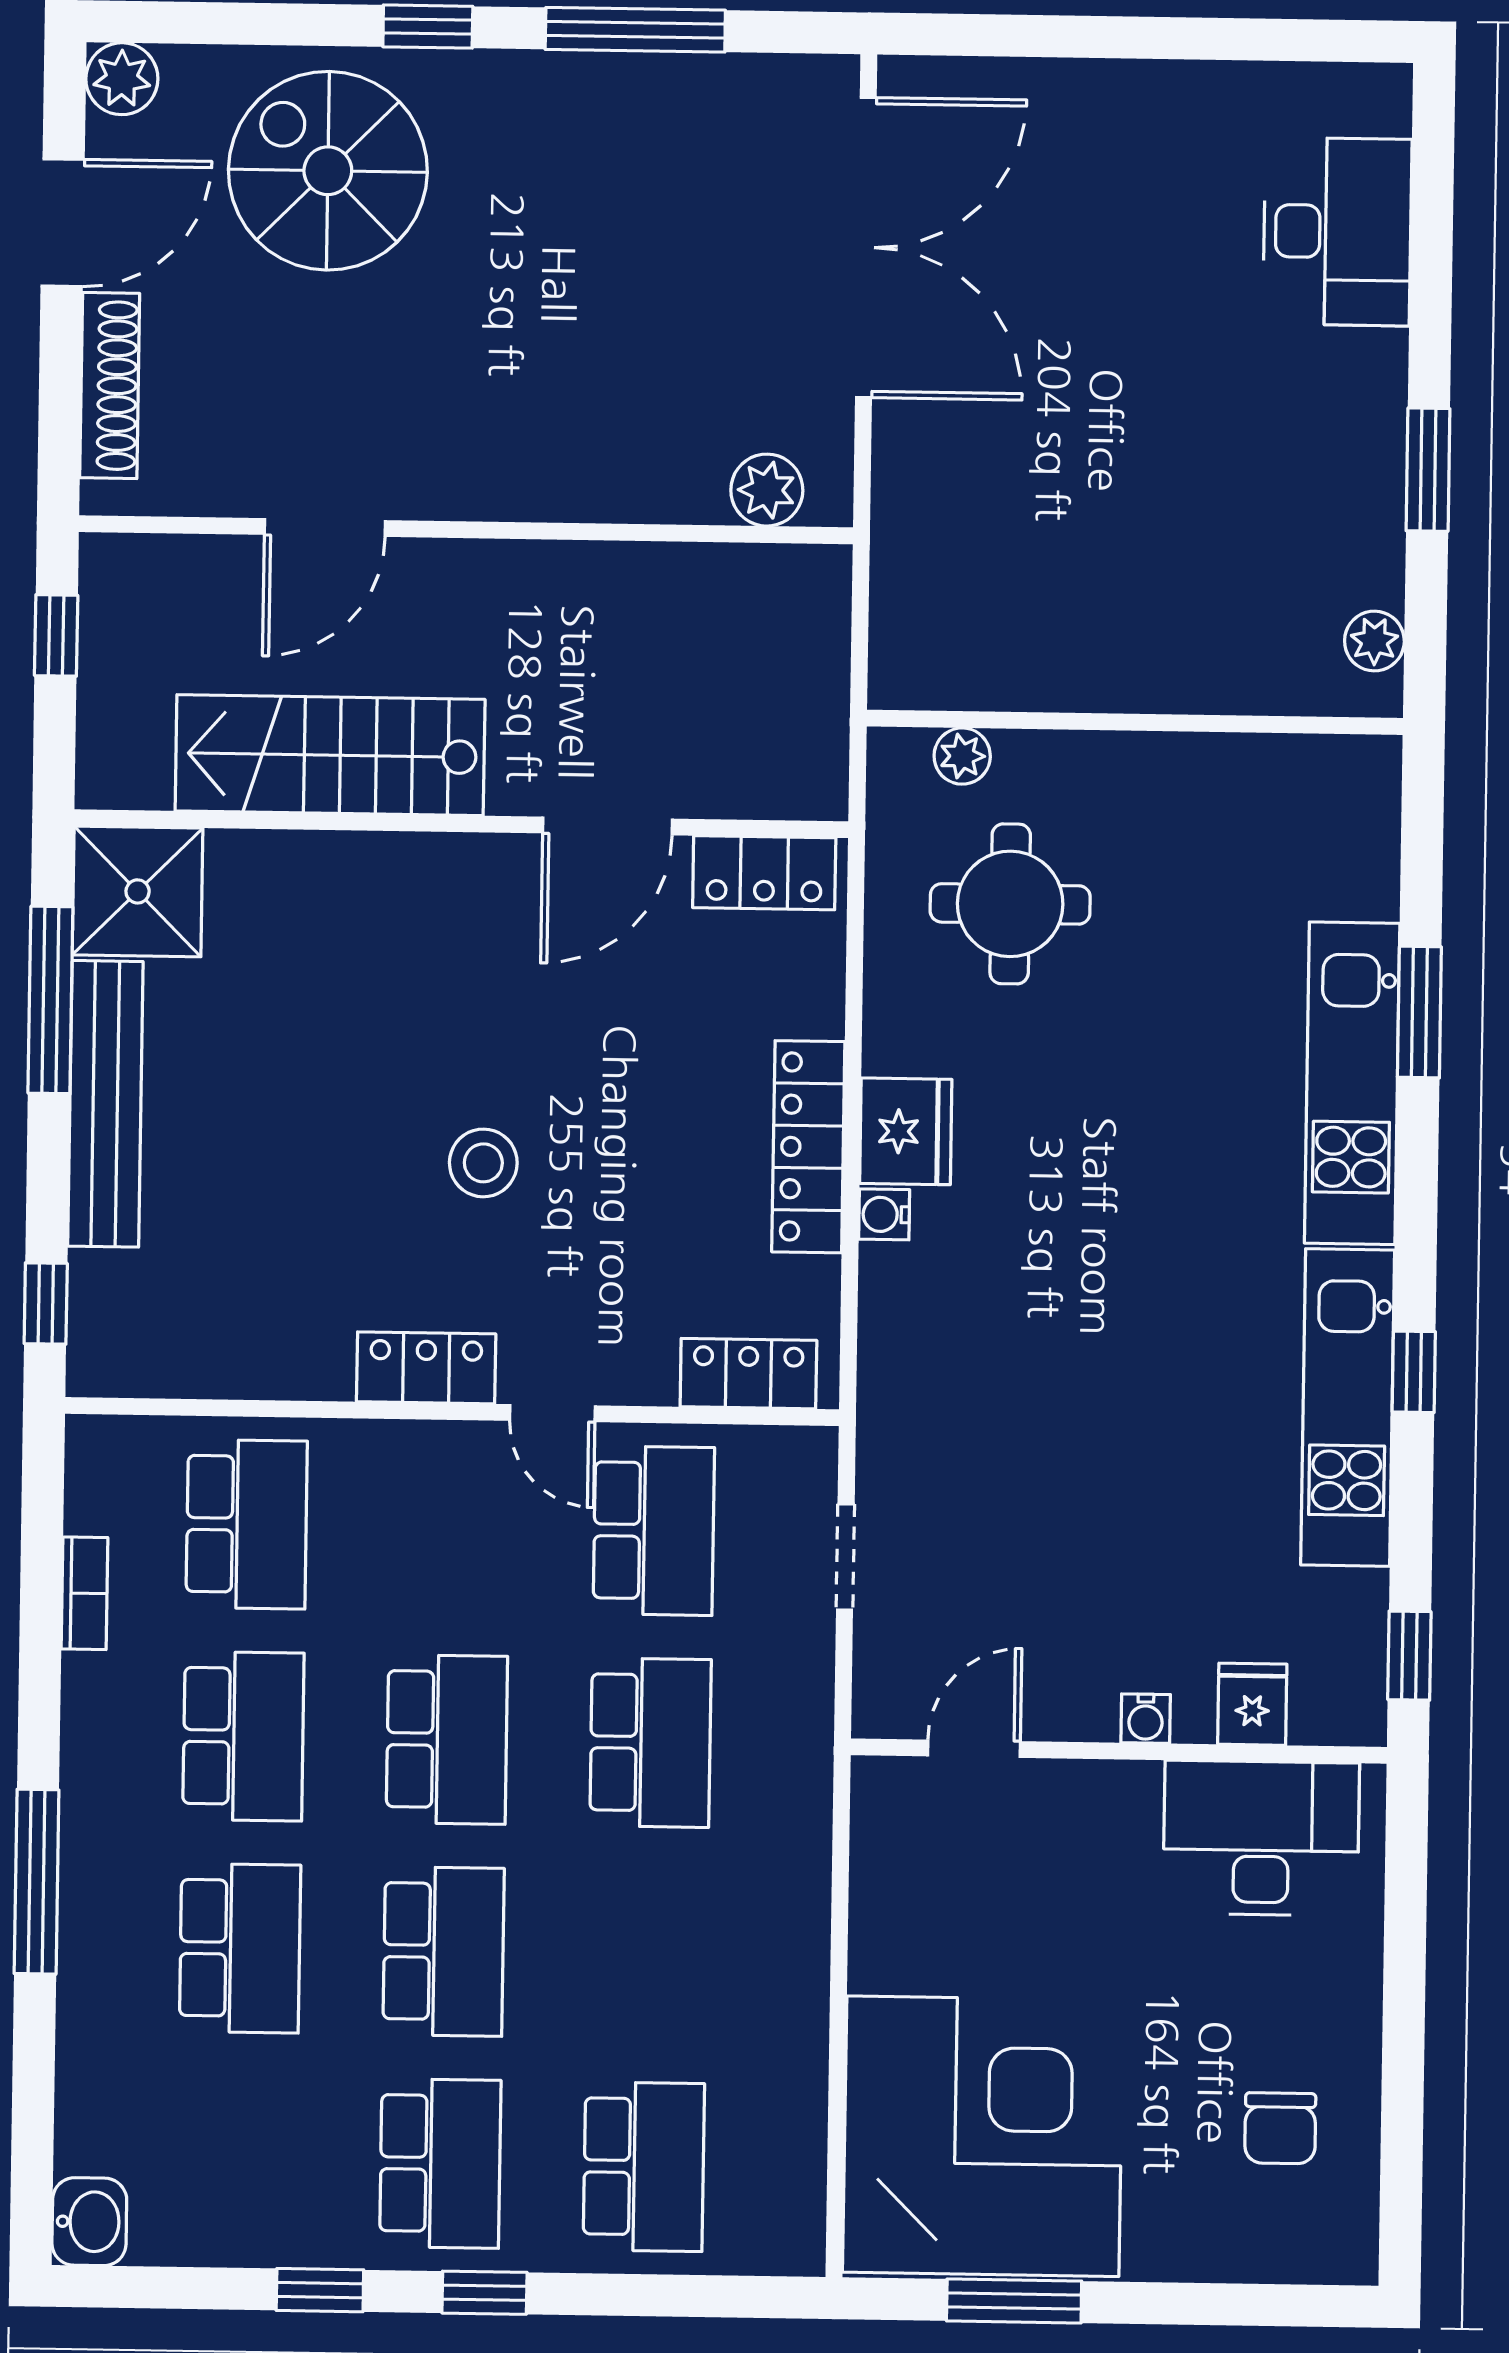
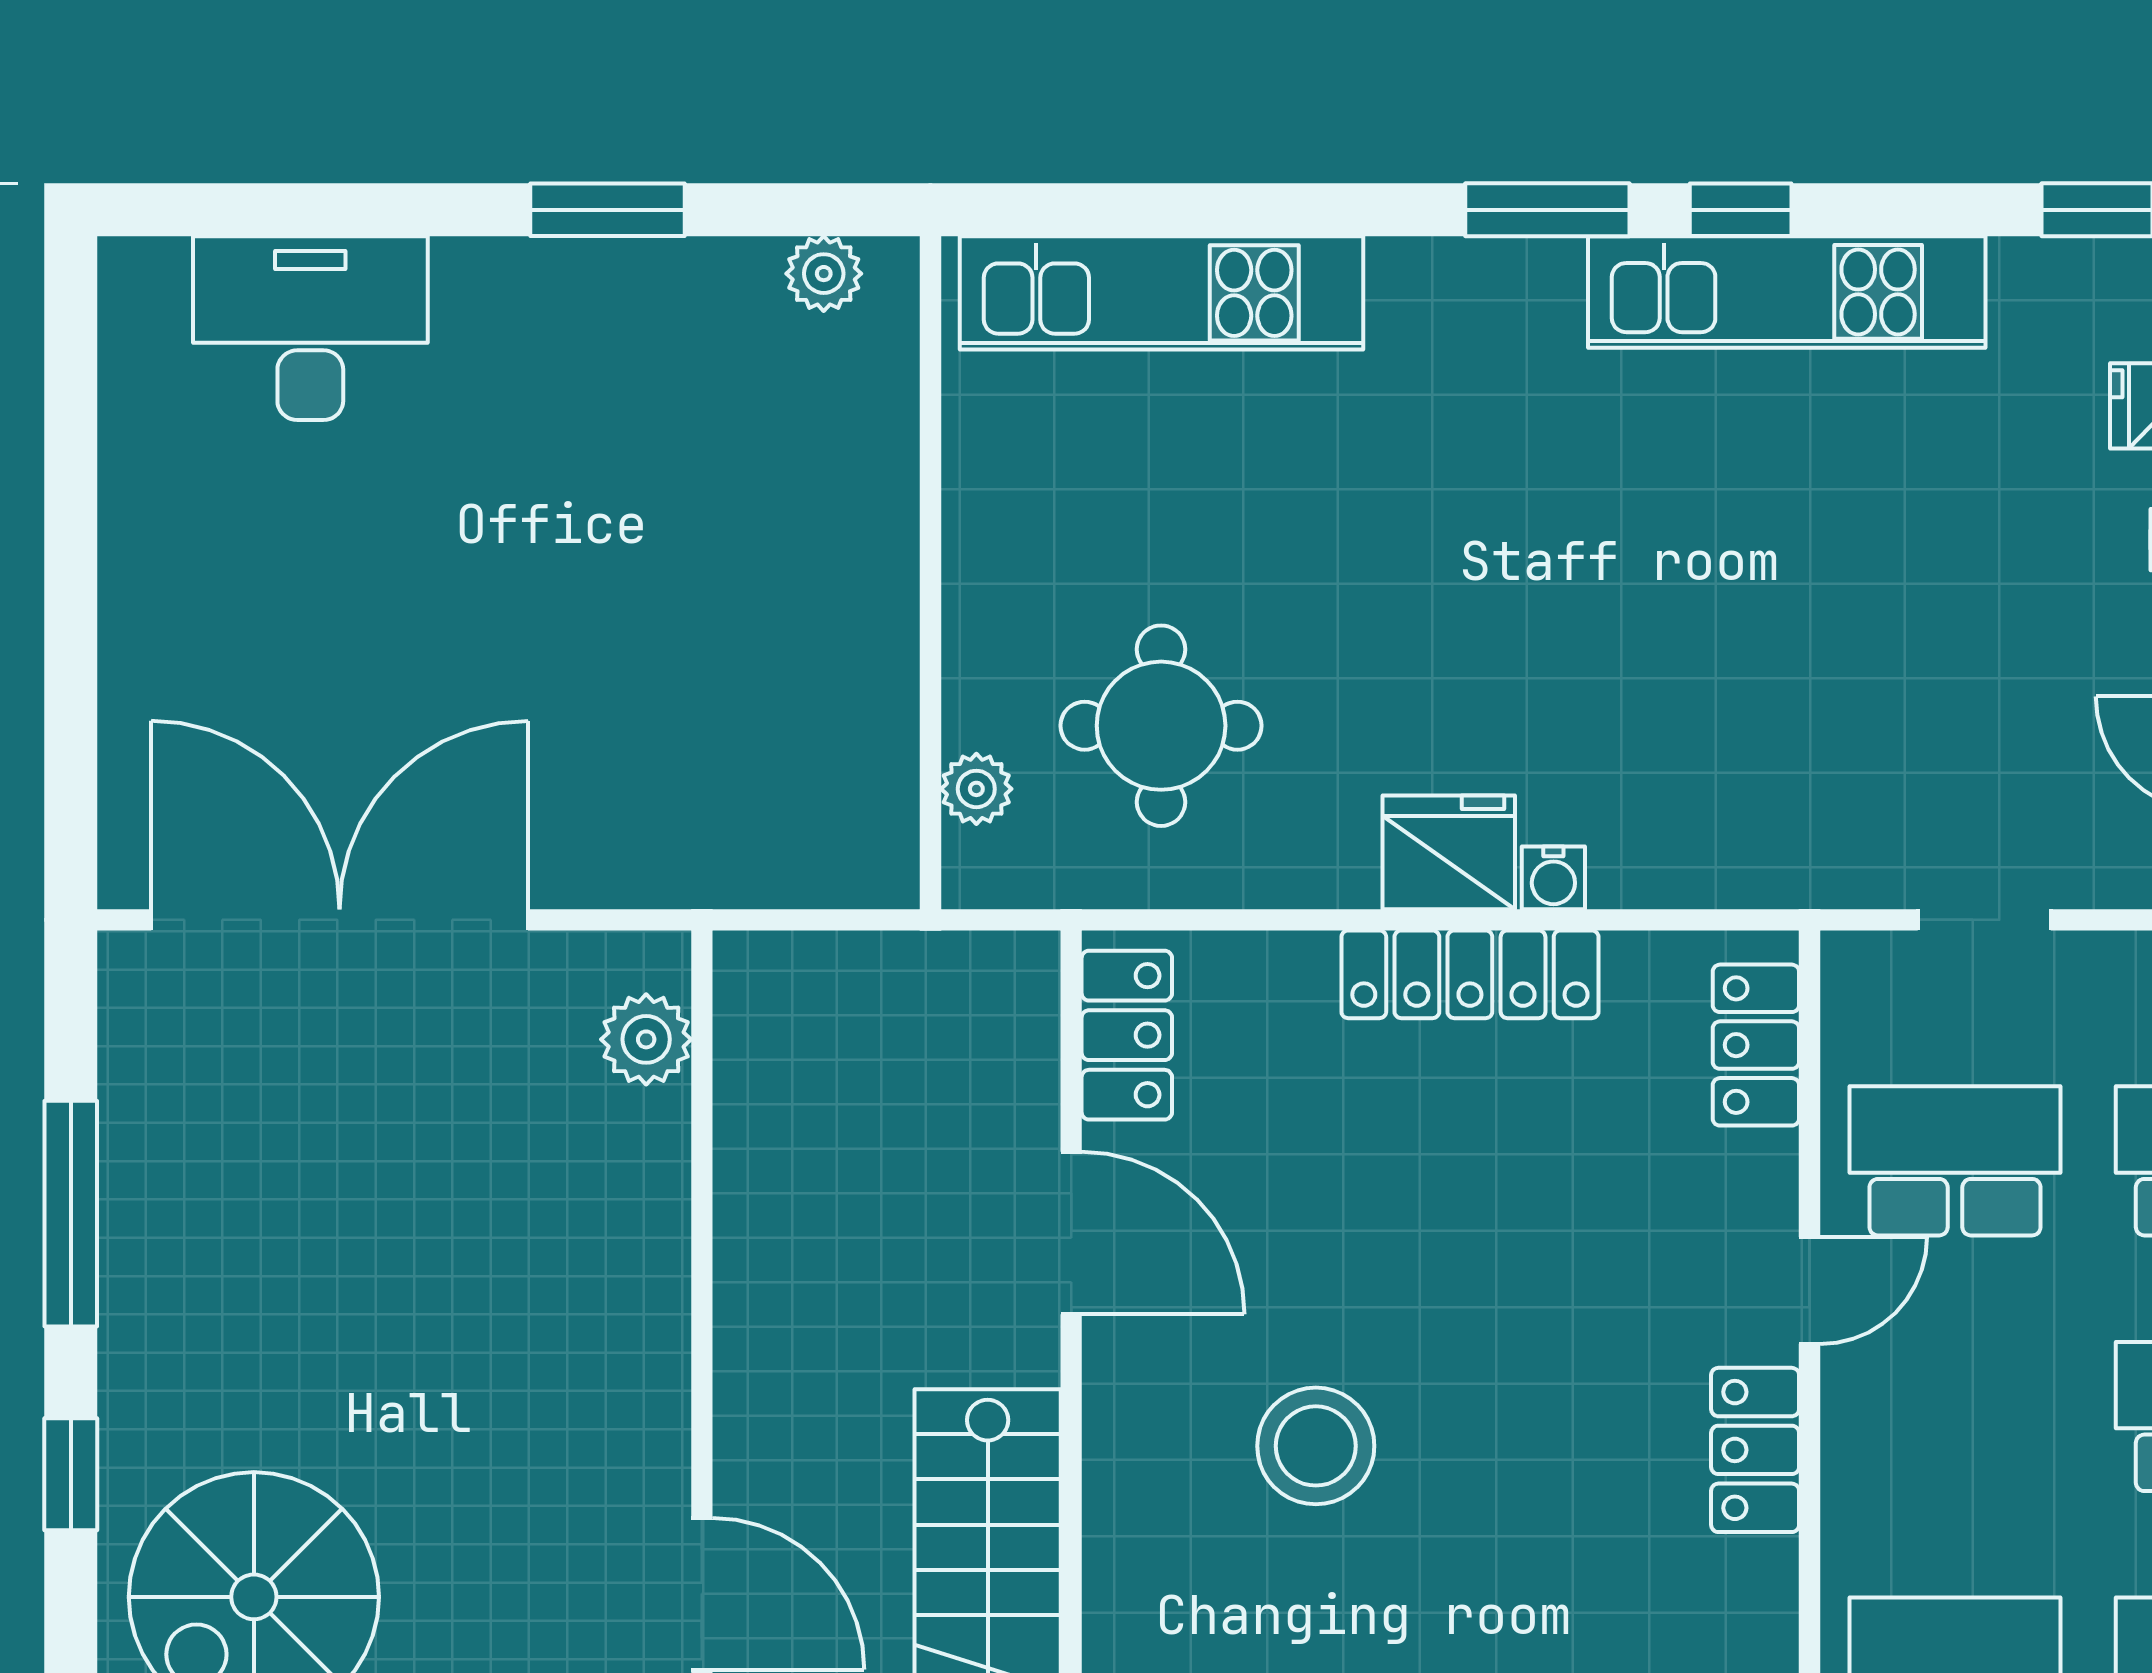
window: (1419, 1012) -> (1547, 210), moved
kitchen unit: (1352, 1083) -> (1161, 293), moved
stool: (483, 1163) -> (1316, 1446), moved, width x1.38, depth x1.38

